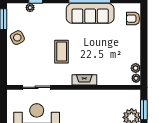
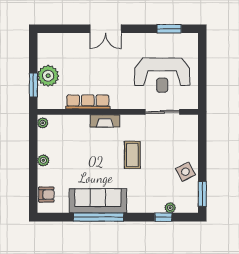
plant: (136, 68) -> (43, 160), moved
row of seats: (99, 96) -> (88, 102), added

